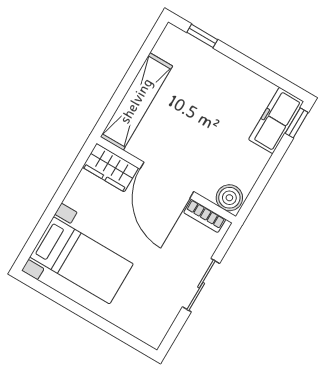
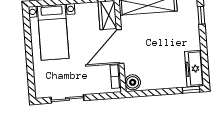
freezer: (276, 120) -> (194, 69), moved, turned -90
sliding door: (201, 285) -> (67, 99), moved

